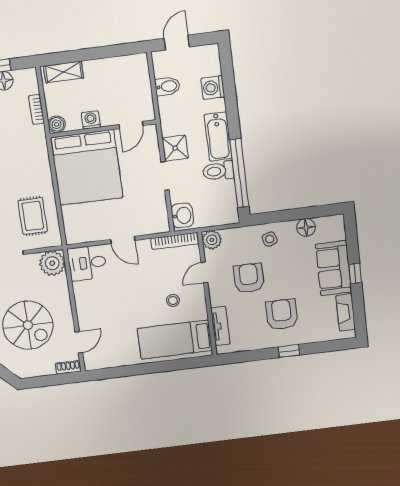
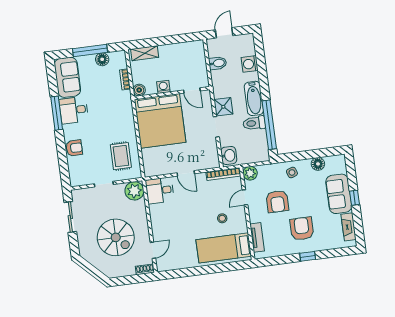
door: (131, 125) -> (192, 90), hinge flipped
armchair: (249, 278) -> (277, 201), turned 180

